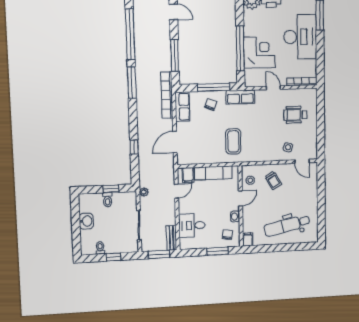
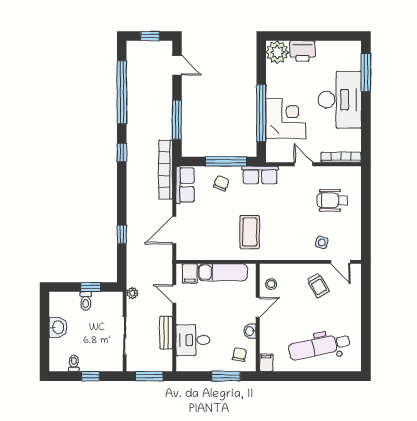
window: (132, 83) -> (122, 152), width x0.46
trolley: (273, 180) -> (318, 286), moved
door: (176, 191) -> (174, 294), swing flipped
bench: (172, 238) -> (166, 333), moved

